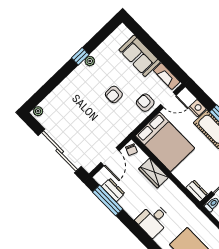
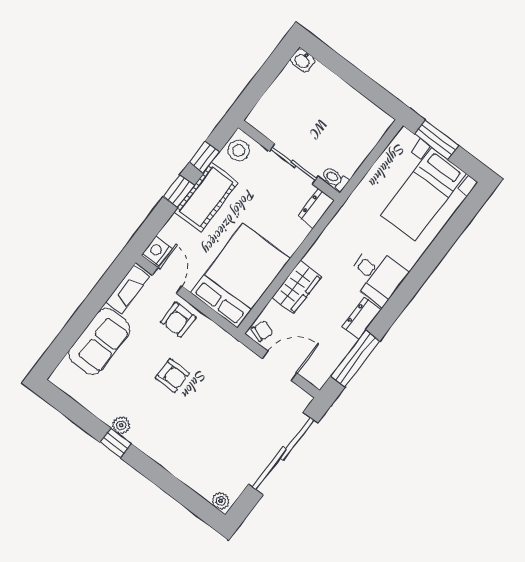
nightstand: (197, 108) -> (157, 251), moved
dresser: (113, 190) -> (362, 318), moved

